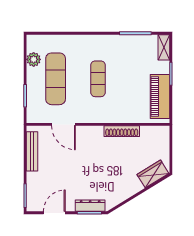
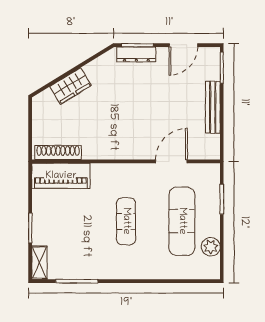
piano: (160, 97) -> (61, 176), moved, turned 90
door: (63, 124) -> (171, 161), hinge flipped
shoe rack: (122, 131) -> (58, 153), moved
bench: (32, 151) -> (213, 107), moved
wardrobe: (153, 174) -> (71, 86), moved

